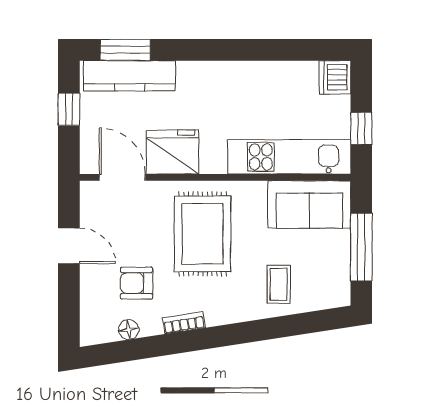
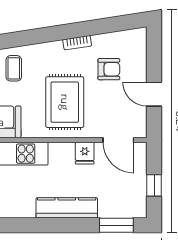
kitchen counter: (129, 76) -> (67, 208), moved
fridge: (173, 152) -> (85, 153), width x0.53, depth x0.75
floor lamp: (129, 329) -> (114, 38), removed

